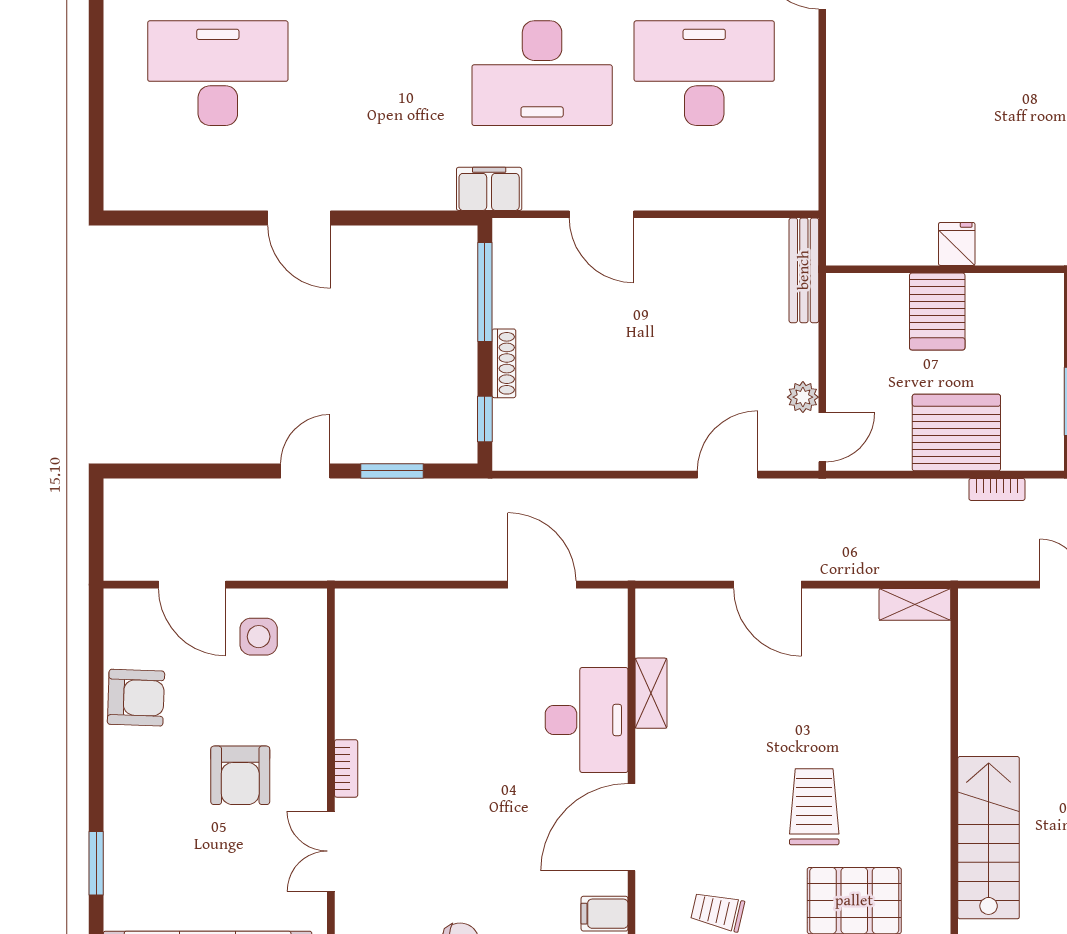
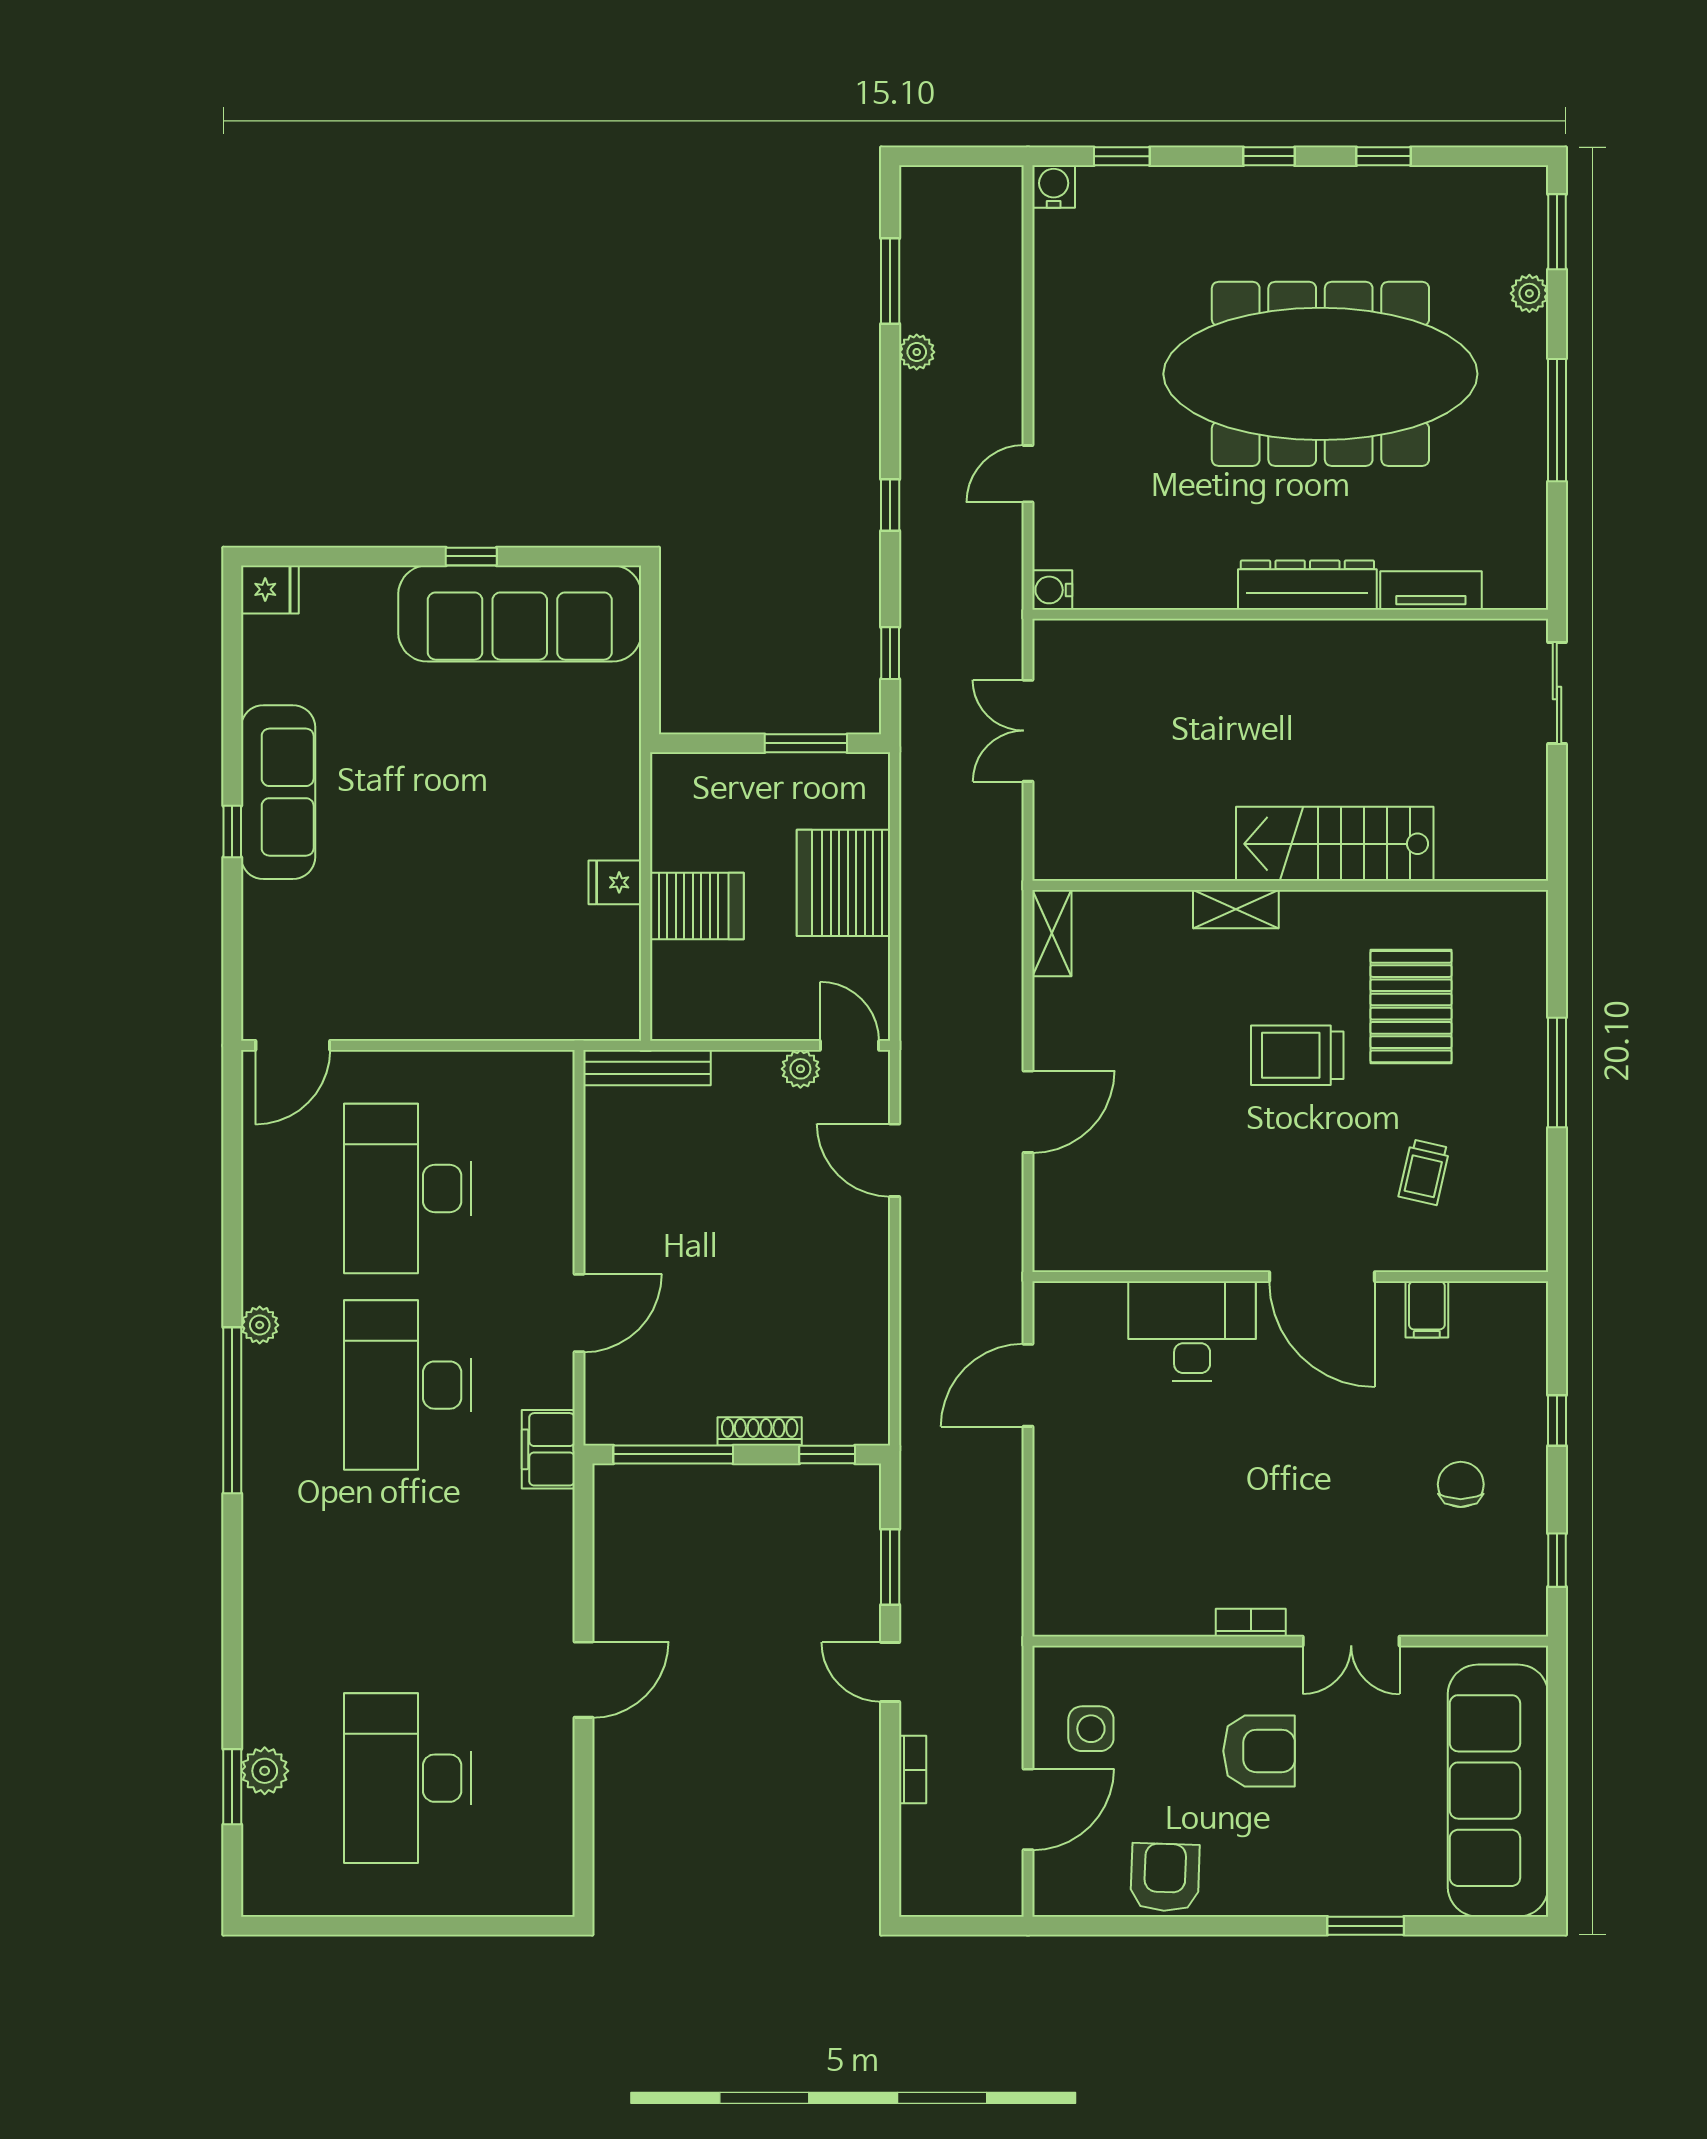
desk: (542, 73) -> (408, 1385), turned 180
bookcase: (997, 489) -> (913, 1770), moved
shelving: (651, 693) -> (1236, 909), moved

